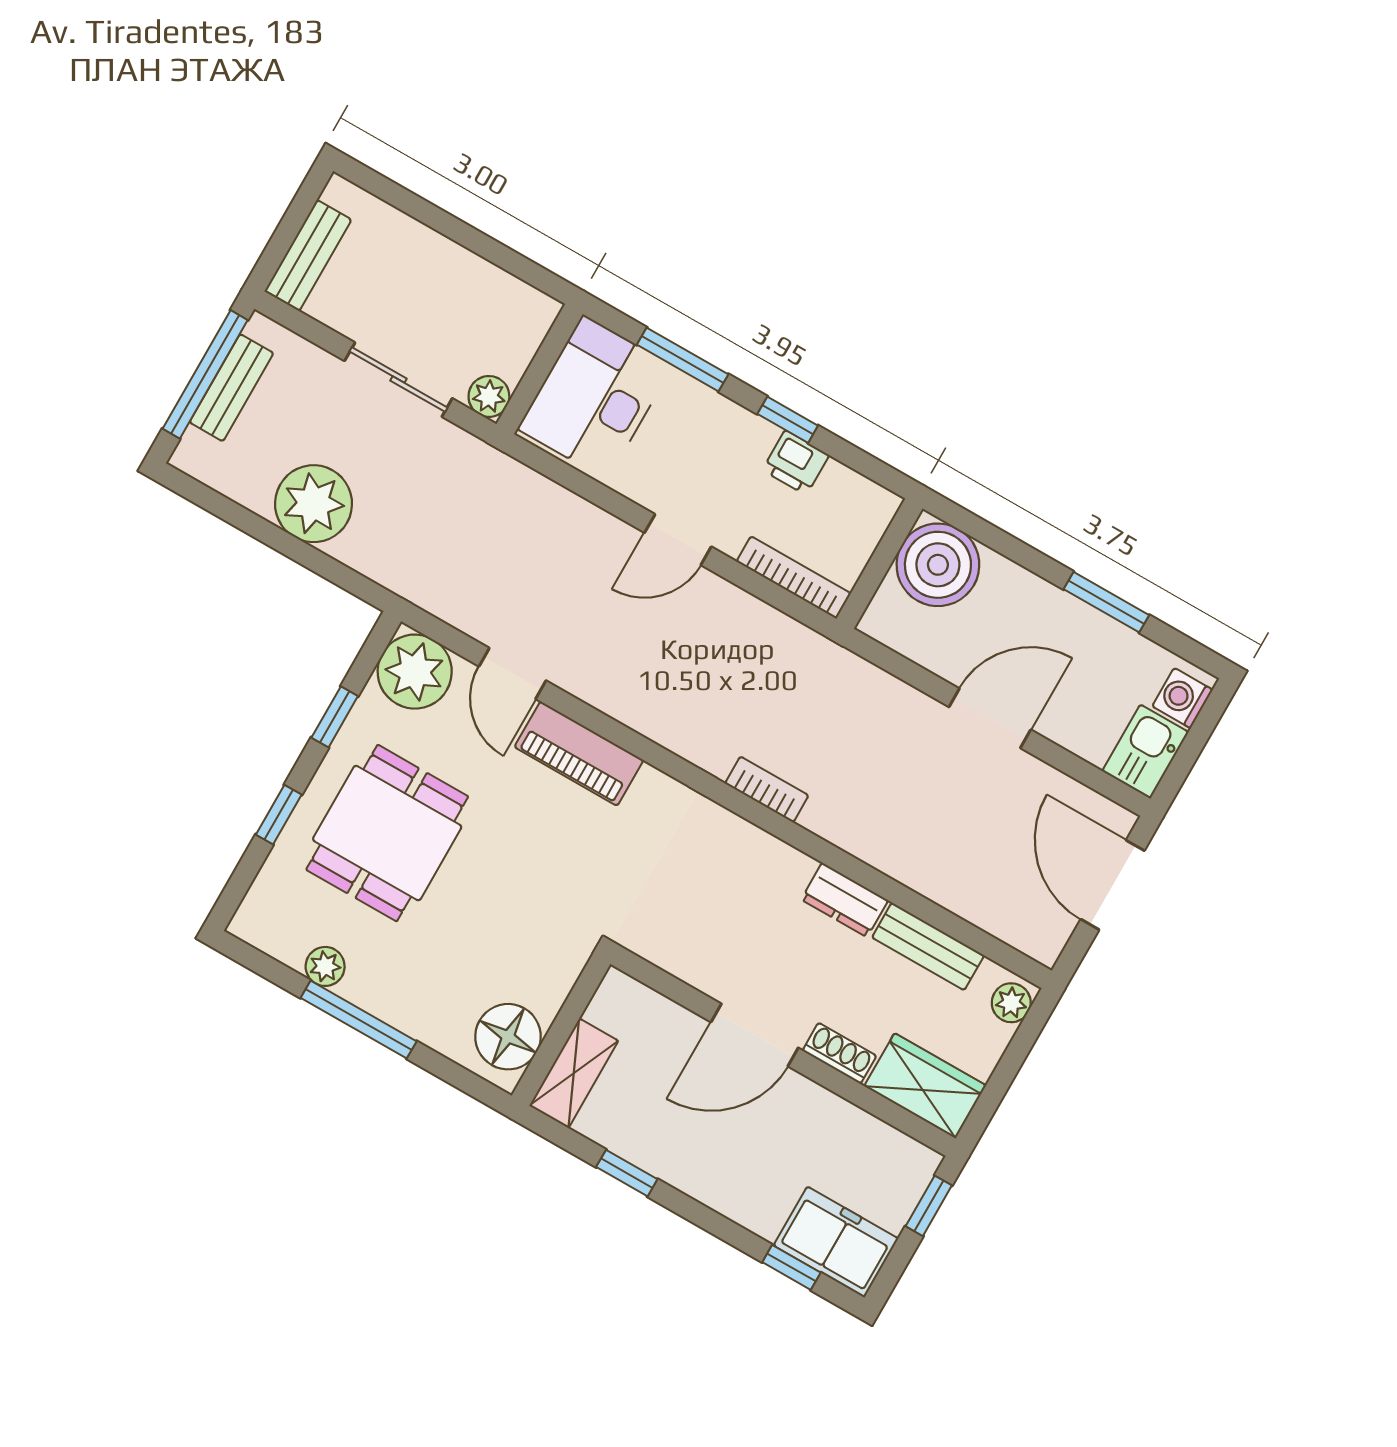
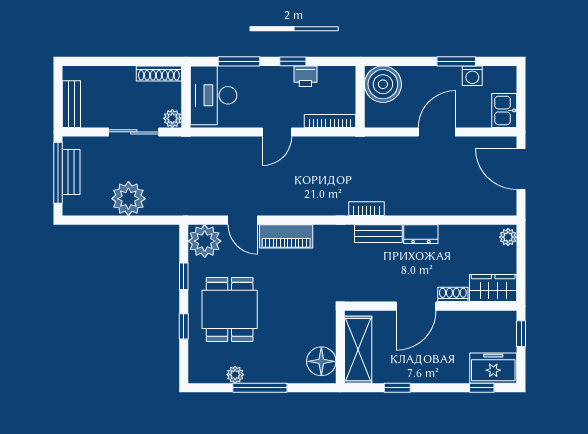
shoe rack: (513, 294) -> (159, 73), added
washing machine: (1182, 698) -> (472, 76), moved, turned -90
bench: (928, 946) -> (378, 234), moved
shelving: (574, 1073) -> (358, 350), width x1.50, depth x1.33

